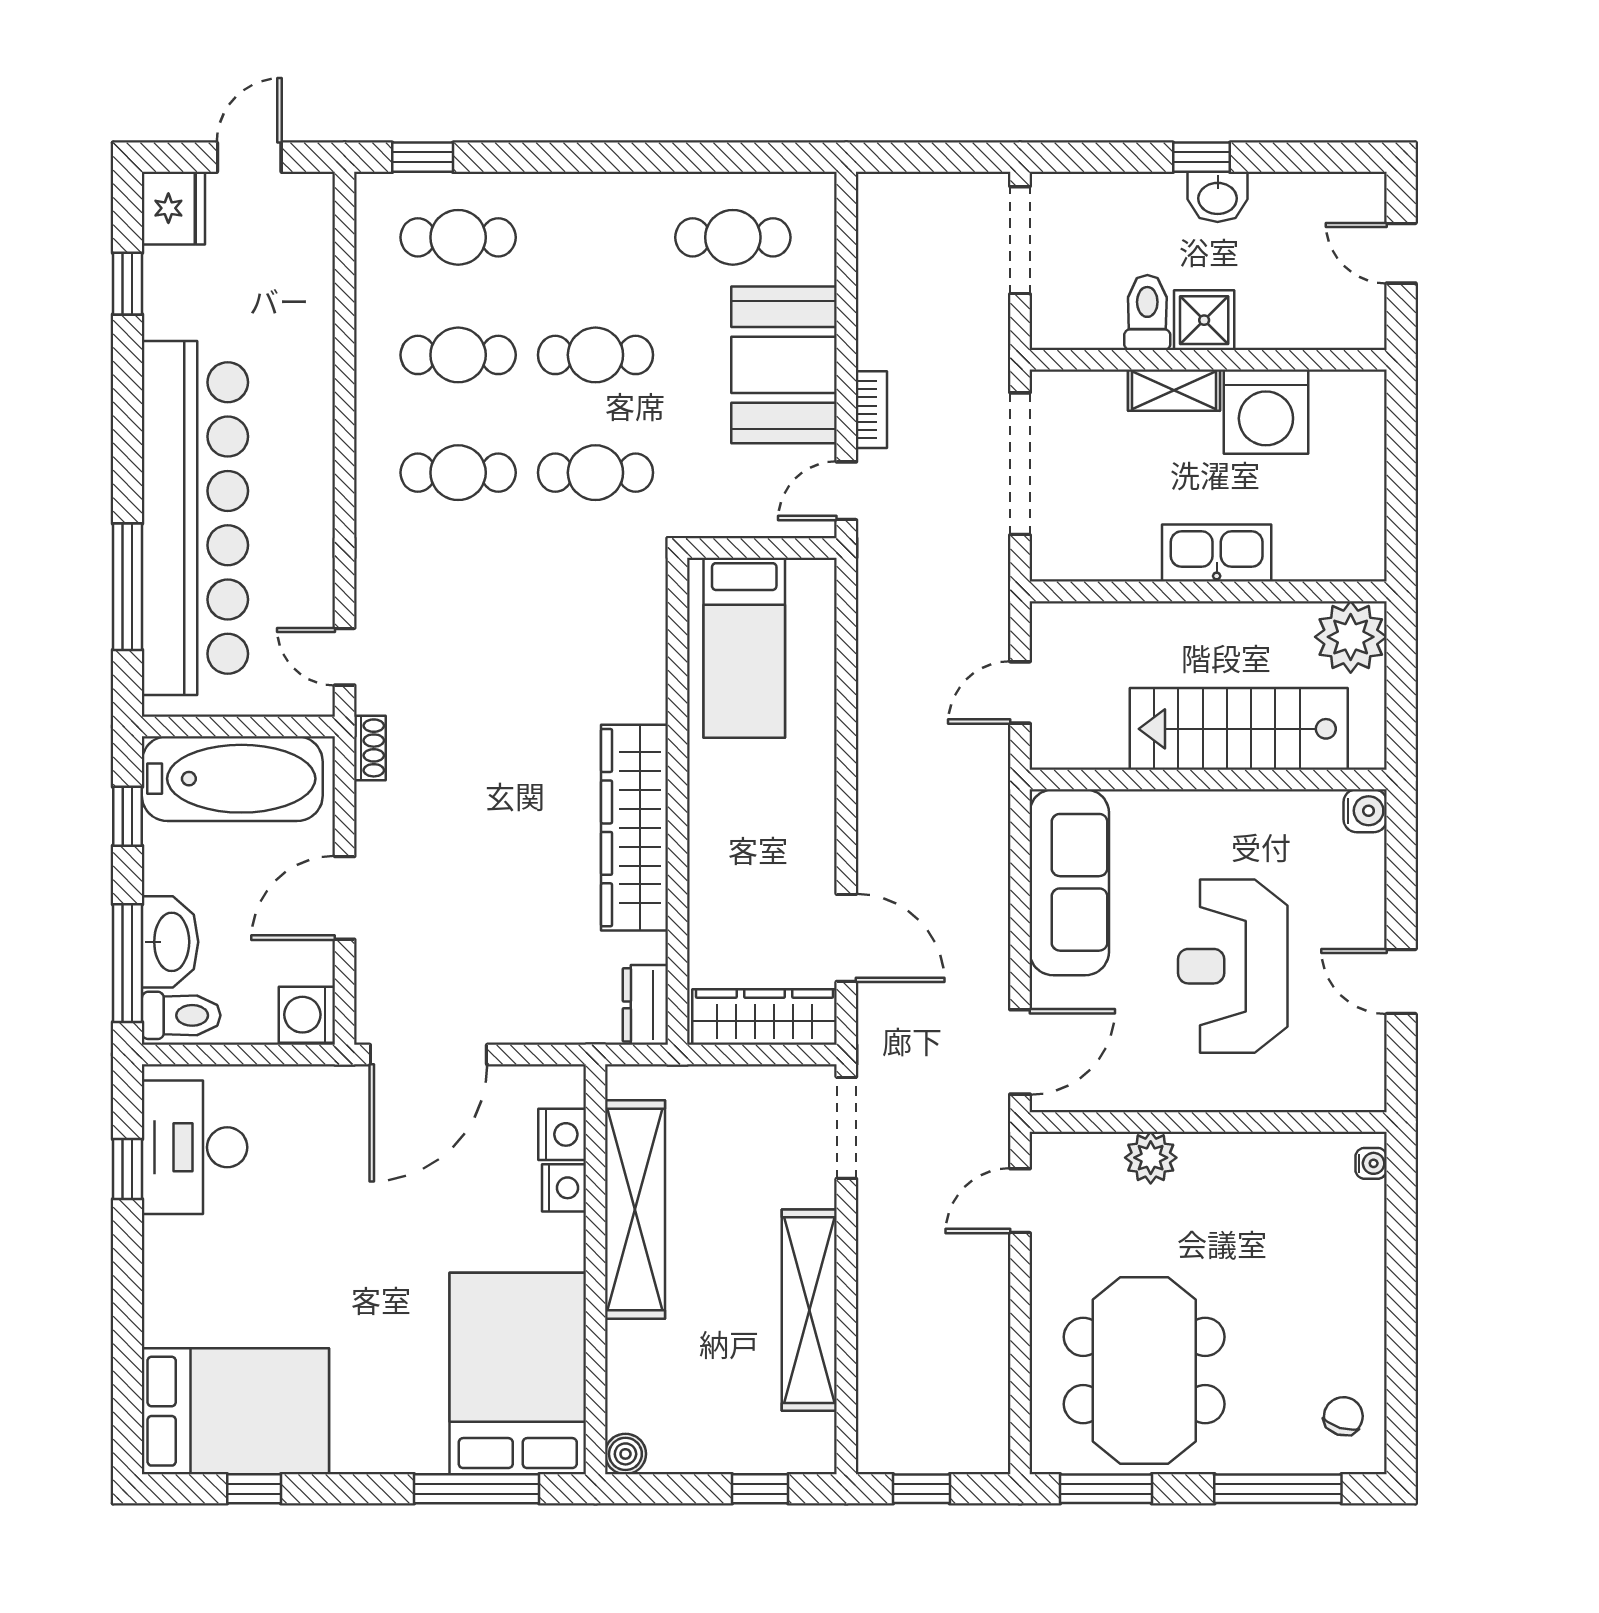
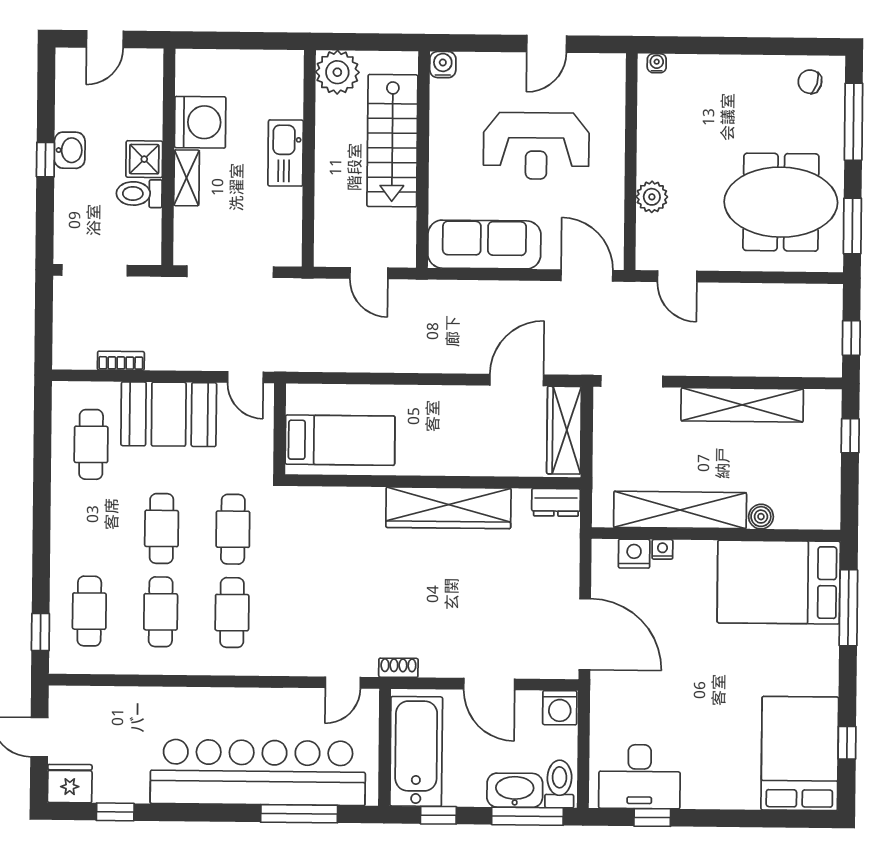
bookcase: (871, 410) -> (121, 361), moved
nightstand: (564, 1188) -> (662, 549), width x0.72, depth x0.74
boiler: (625, 1454) -> (761, 517), moved

